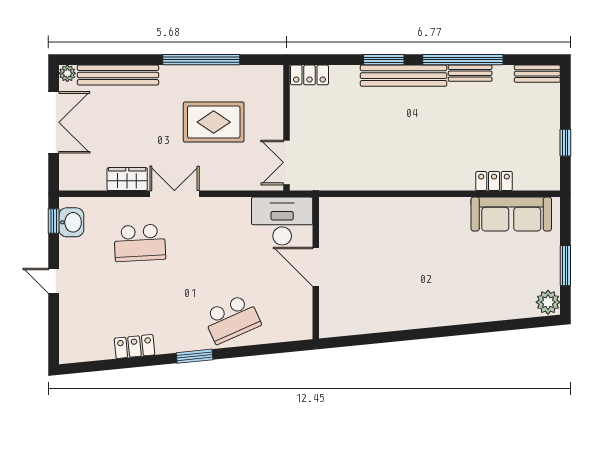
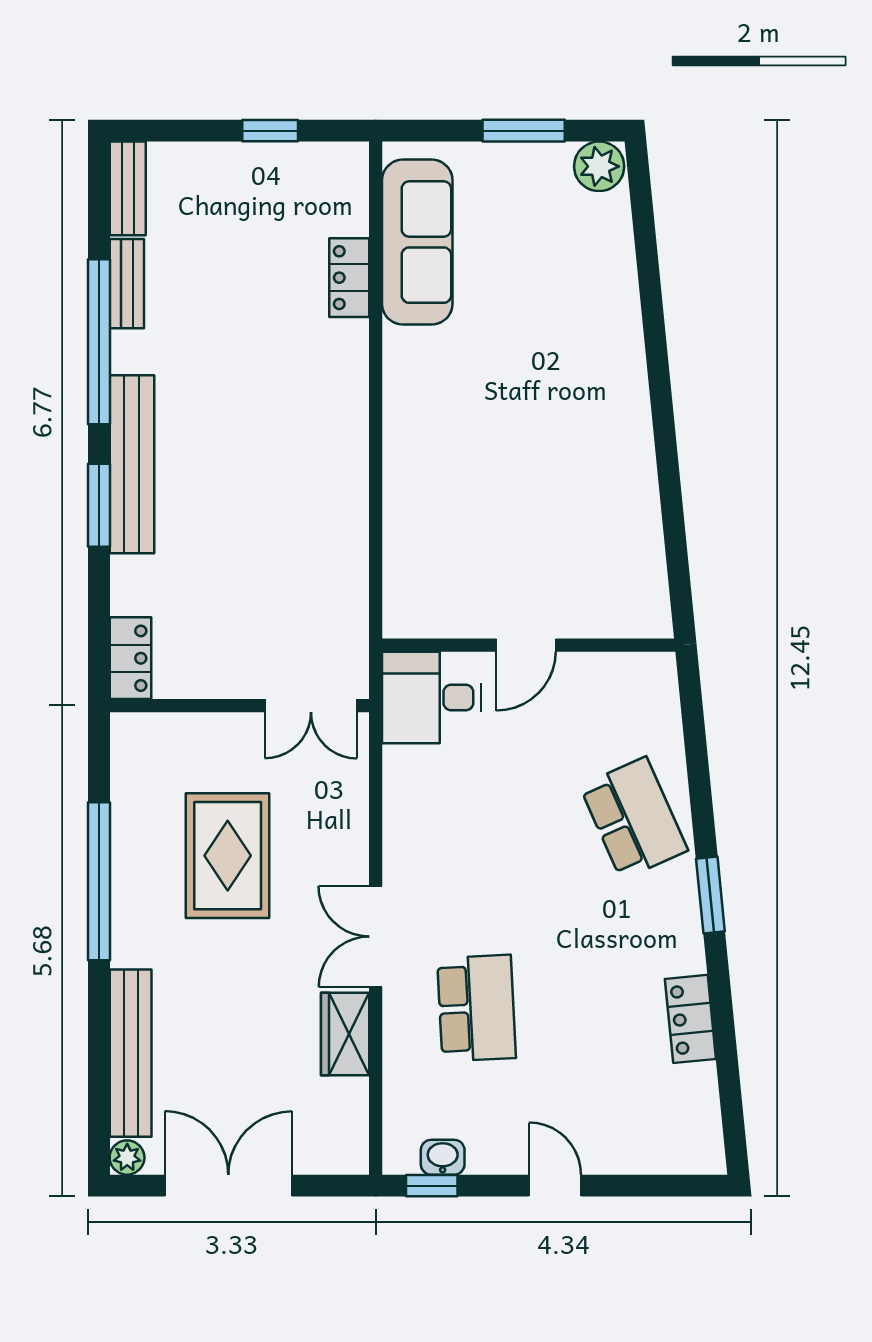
bench: (470, 73) -> (127, 284), moved
desk: (282, 221) -> (432, 697), width x0.73
washbasin: (71, 222) -> (443, 1157), width x0.72, depth x0.69
door: (316, 267) -> (526, 645), width x0.73
door: (54, 281) -> (555, 1186), swing flipped

